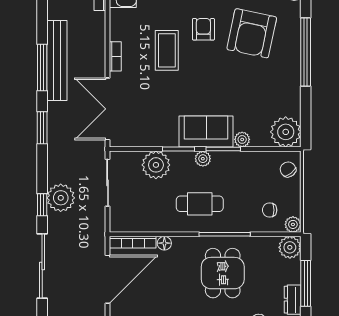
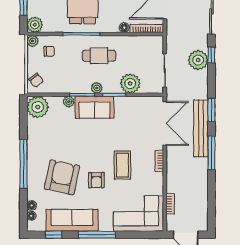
bench: (57, 60) -> (201, 128), moved

